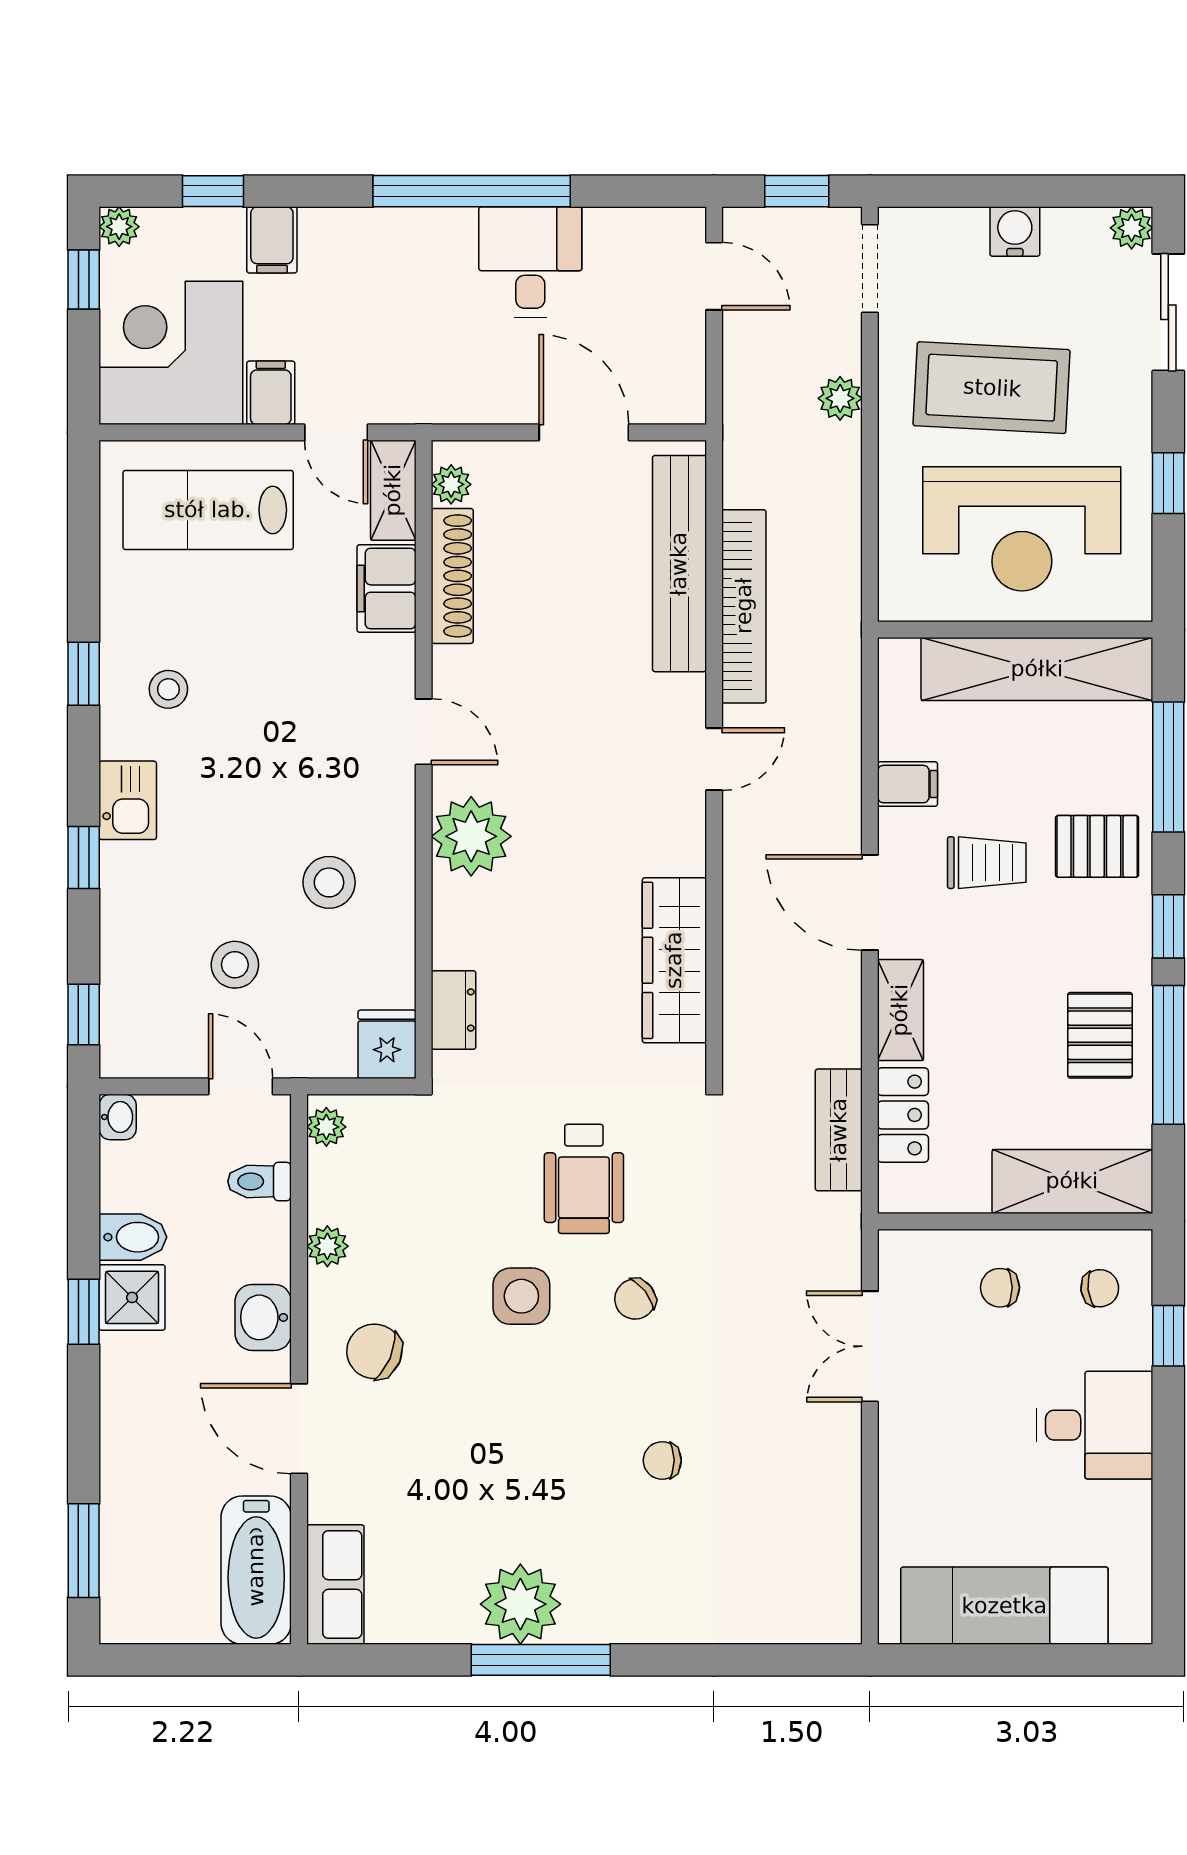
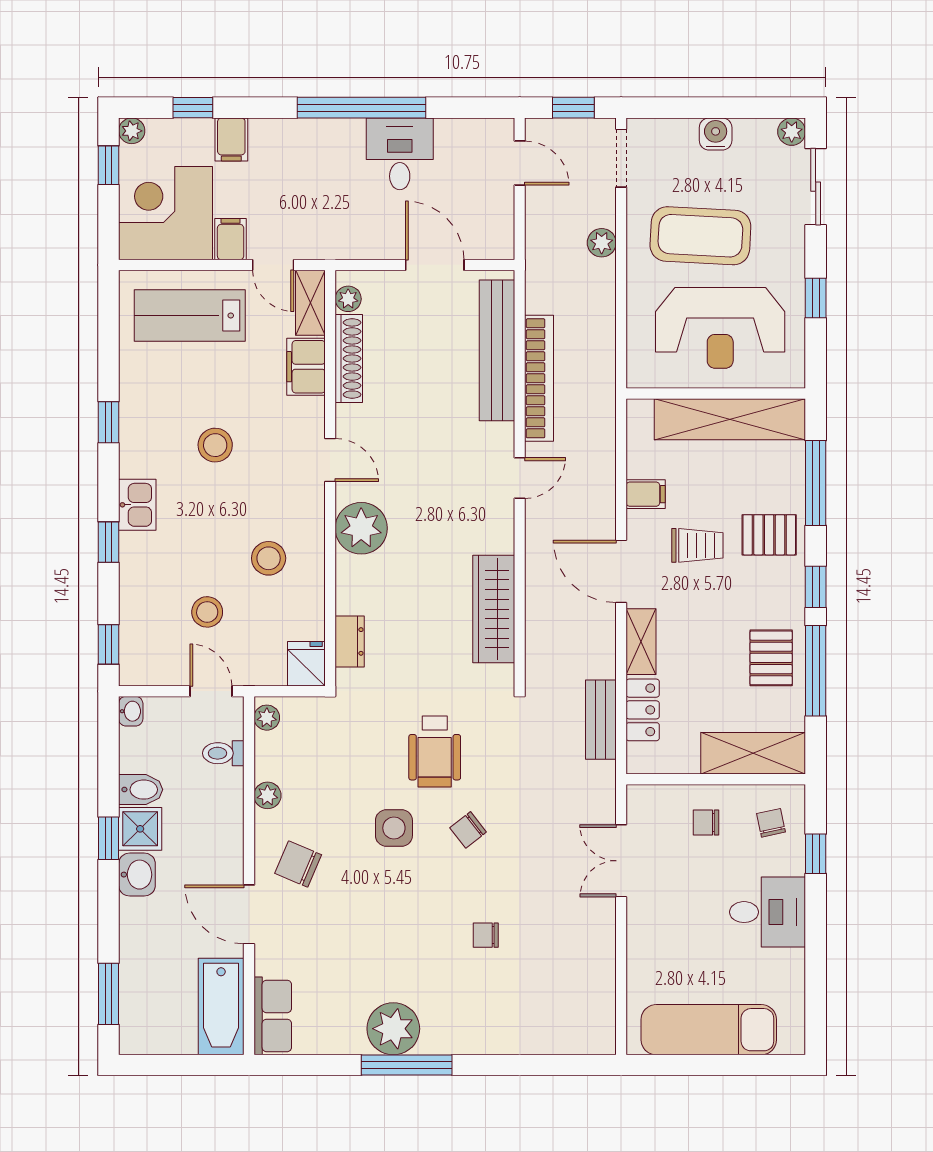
stool: (168, 689) -> (215, 445), moved, width x1.37, depth x1.37
chair: (1100, 1288) -> (771, 823), turned -95
washbasin: (263, 1317) -> (137, 875), moved, turned 180

